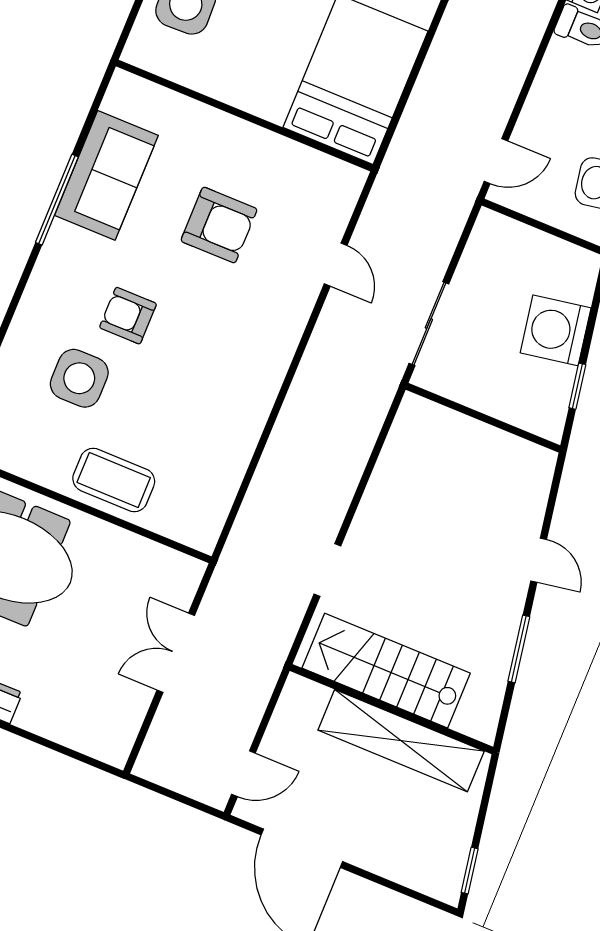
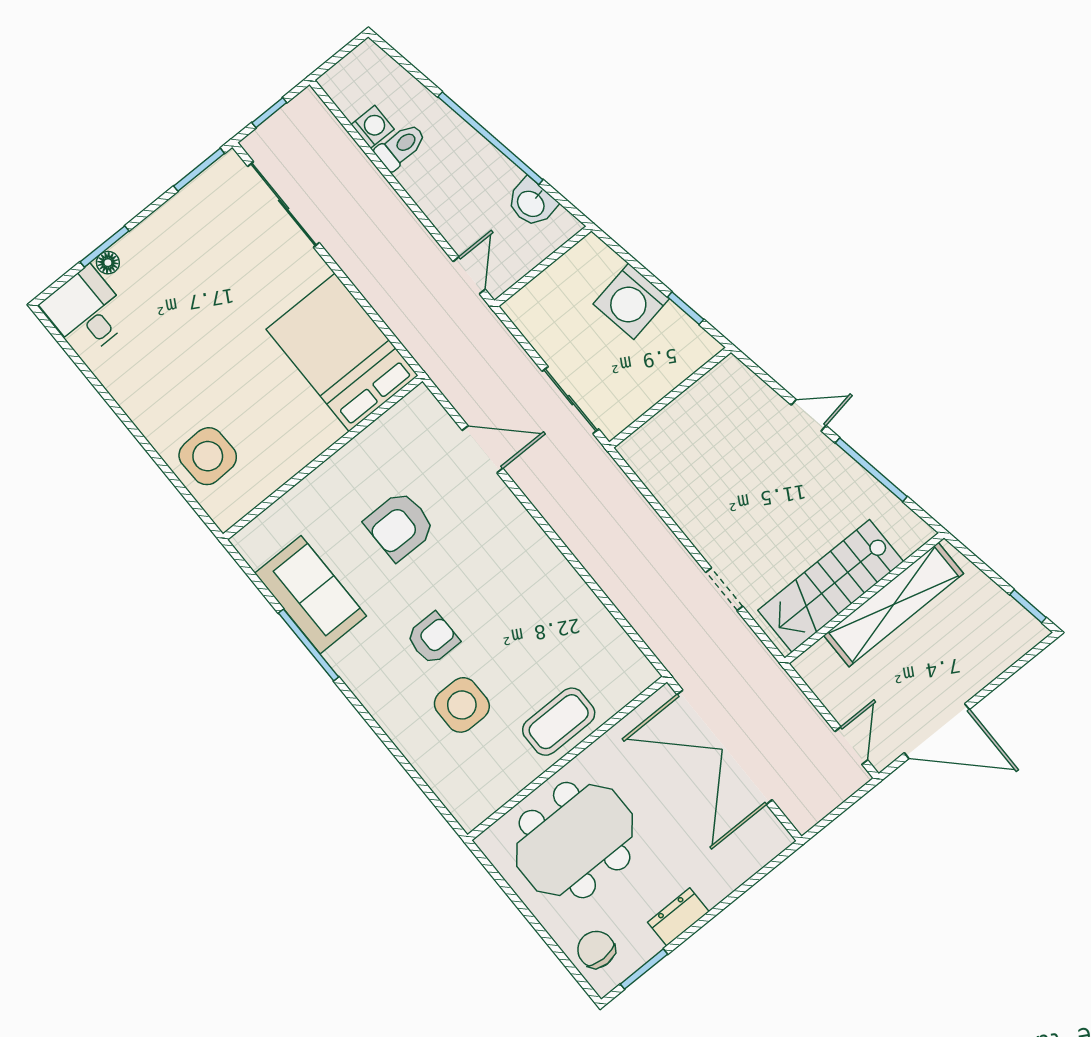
armchair: (219, 225) -> (400, 526), turned 180
door: (336, 265) -> (483, 449), width x1.37
armchair: (128, 316) -> (433, 638), turned 180
window: (519, 649) -> (871, 470), width x1.44
double door: (176, 653) -> (725, 747), width x1.87

